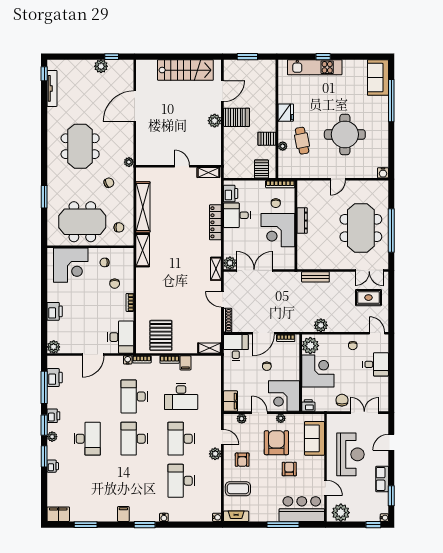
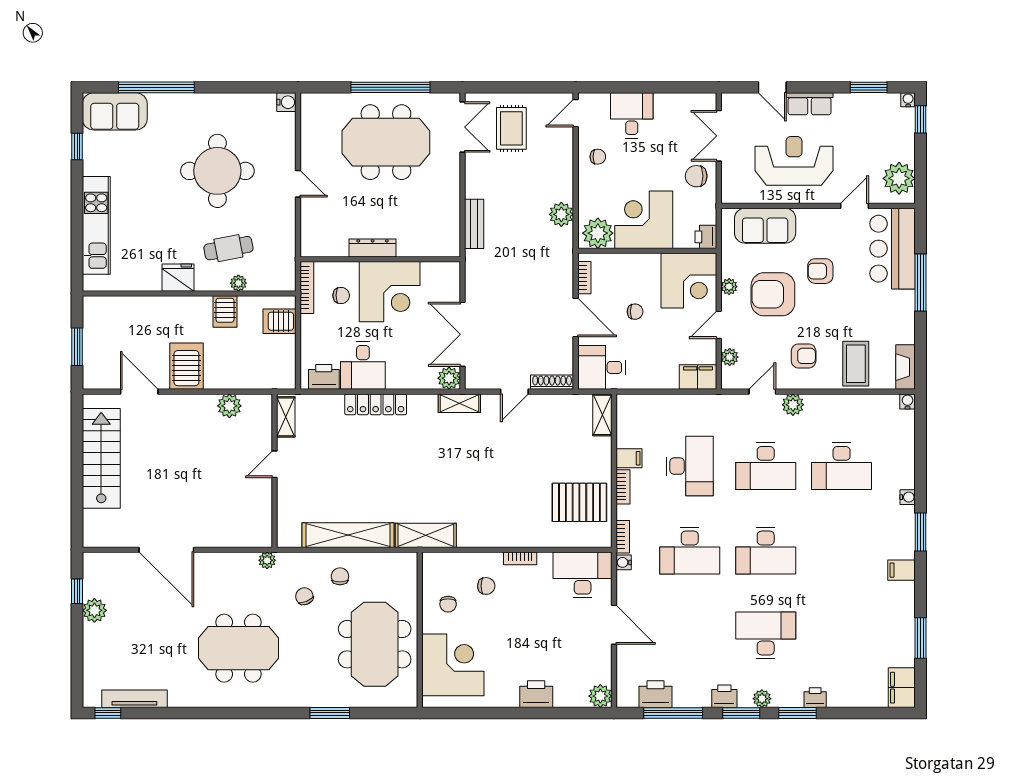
window: (323, 57) -> (77, 147), moved
plant: (215, 121) -> (229, 406), moved
chair: (119, 227) -> (340, 576), moved
row of seats: (382, 479) -> (810, 104), moved

